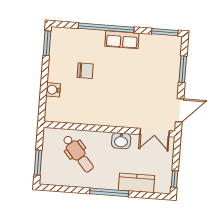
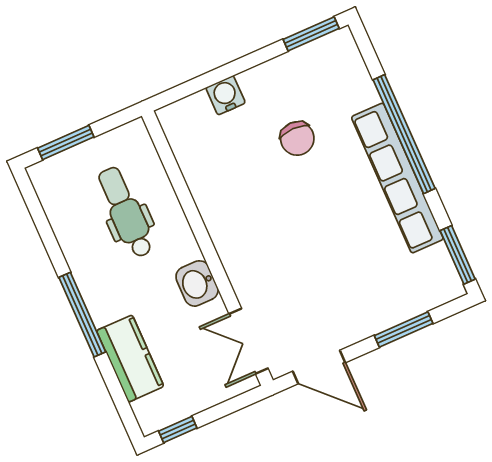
row of seats: (122, 40) -> (397, 178), width x2.02
dental chair: (78, 154) -> (126, 212), turned 131

